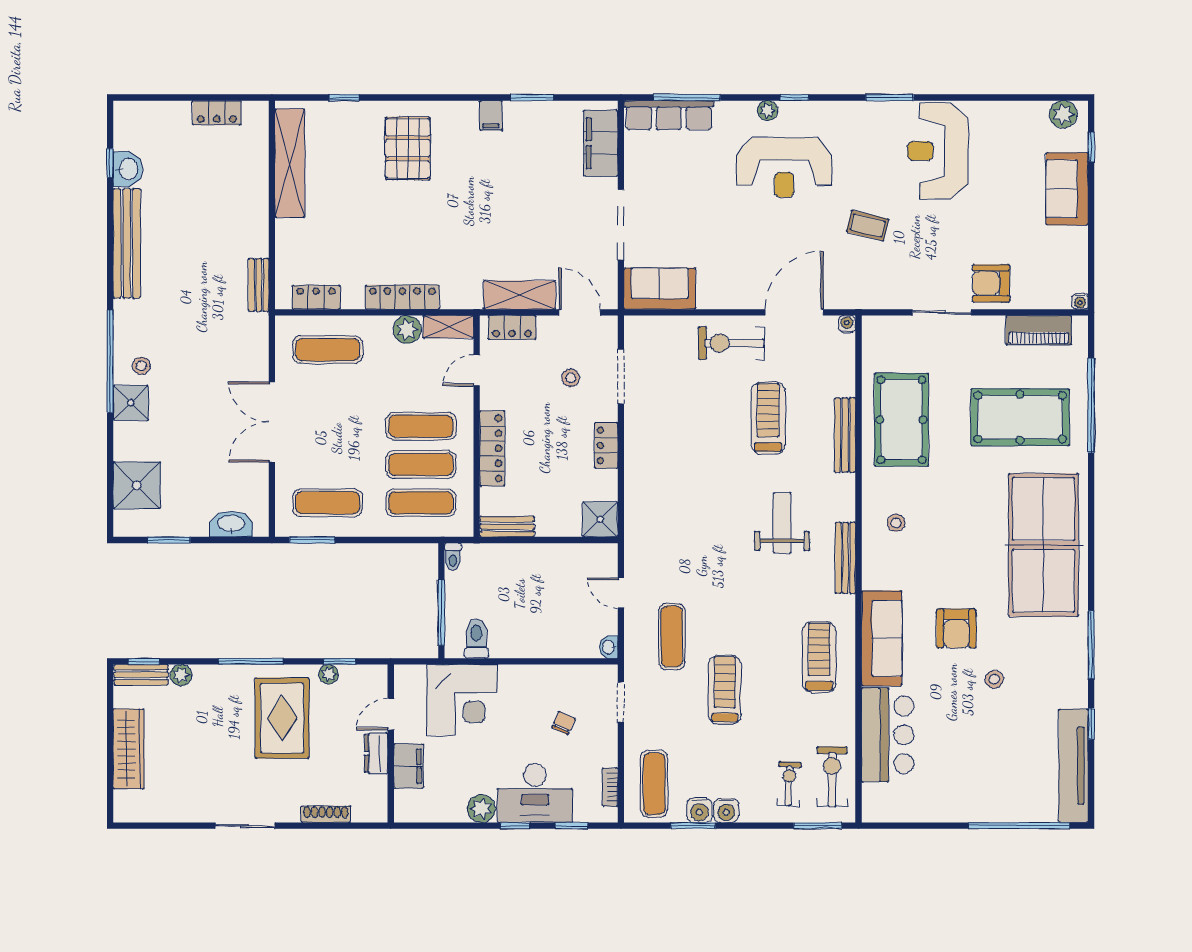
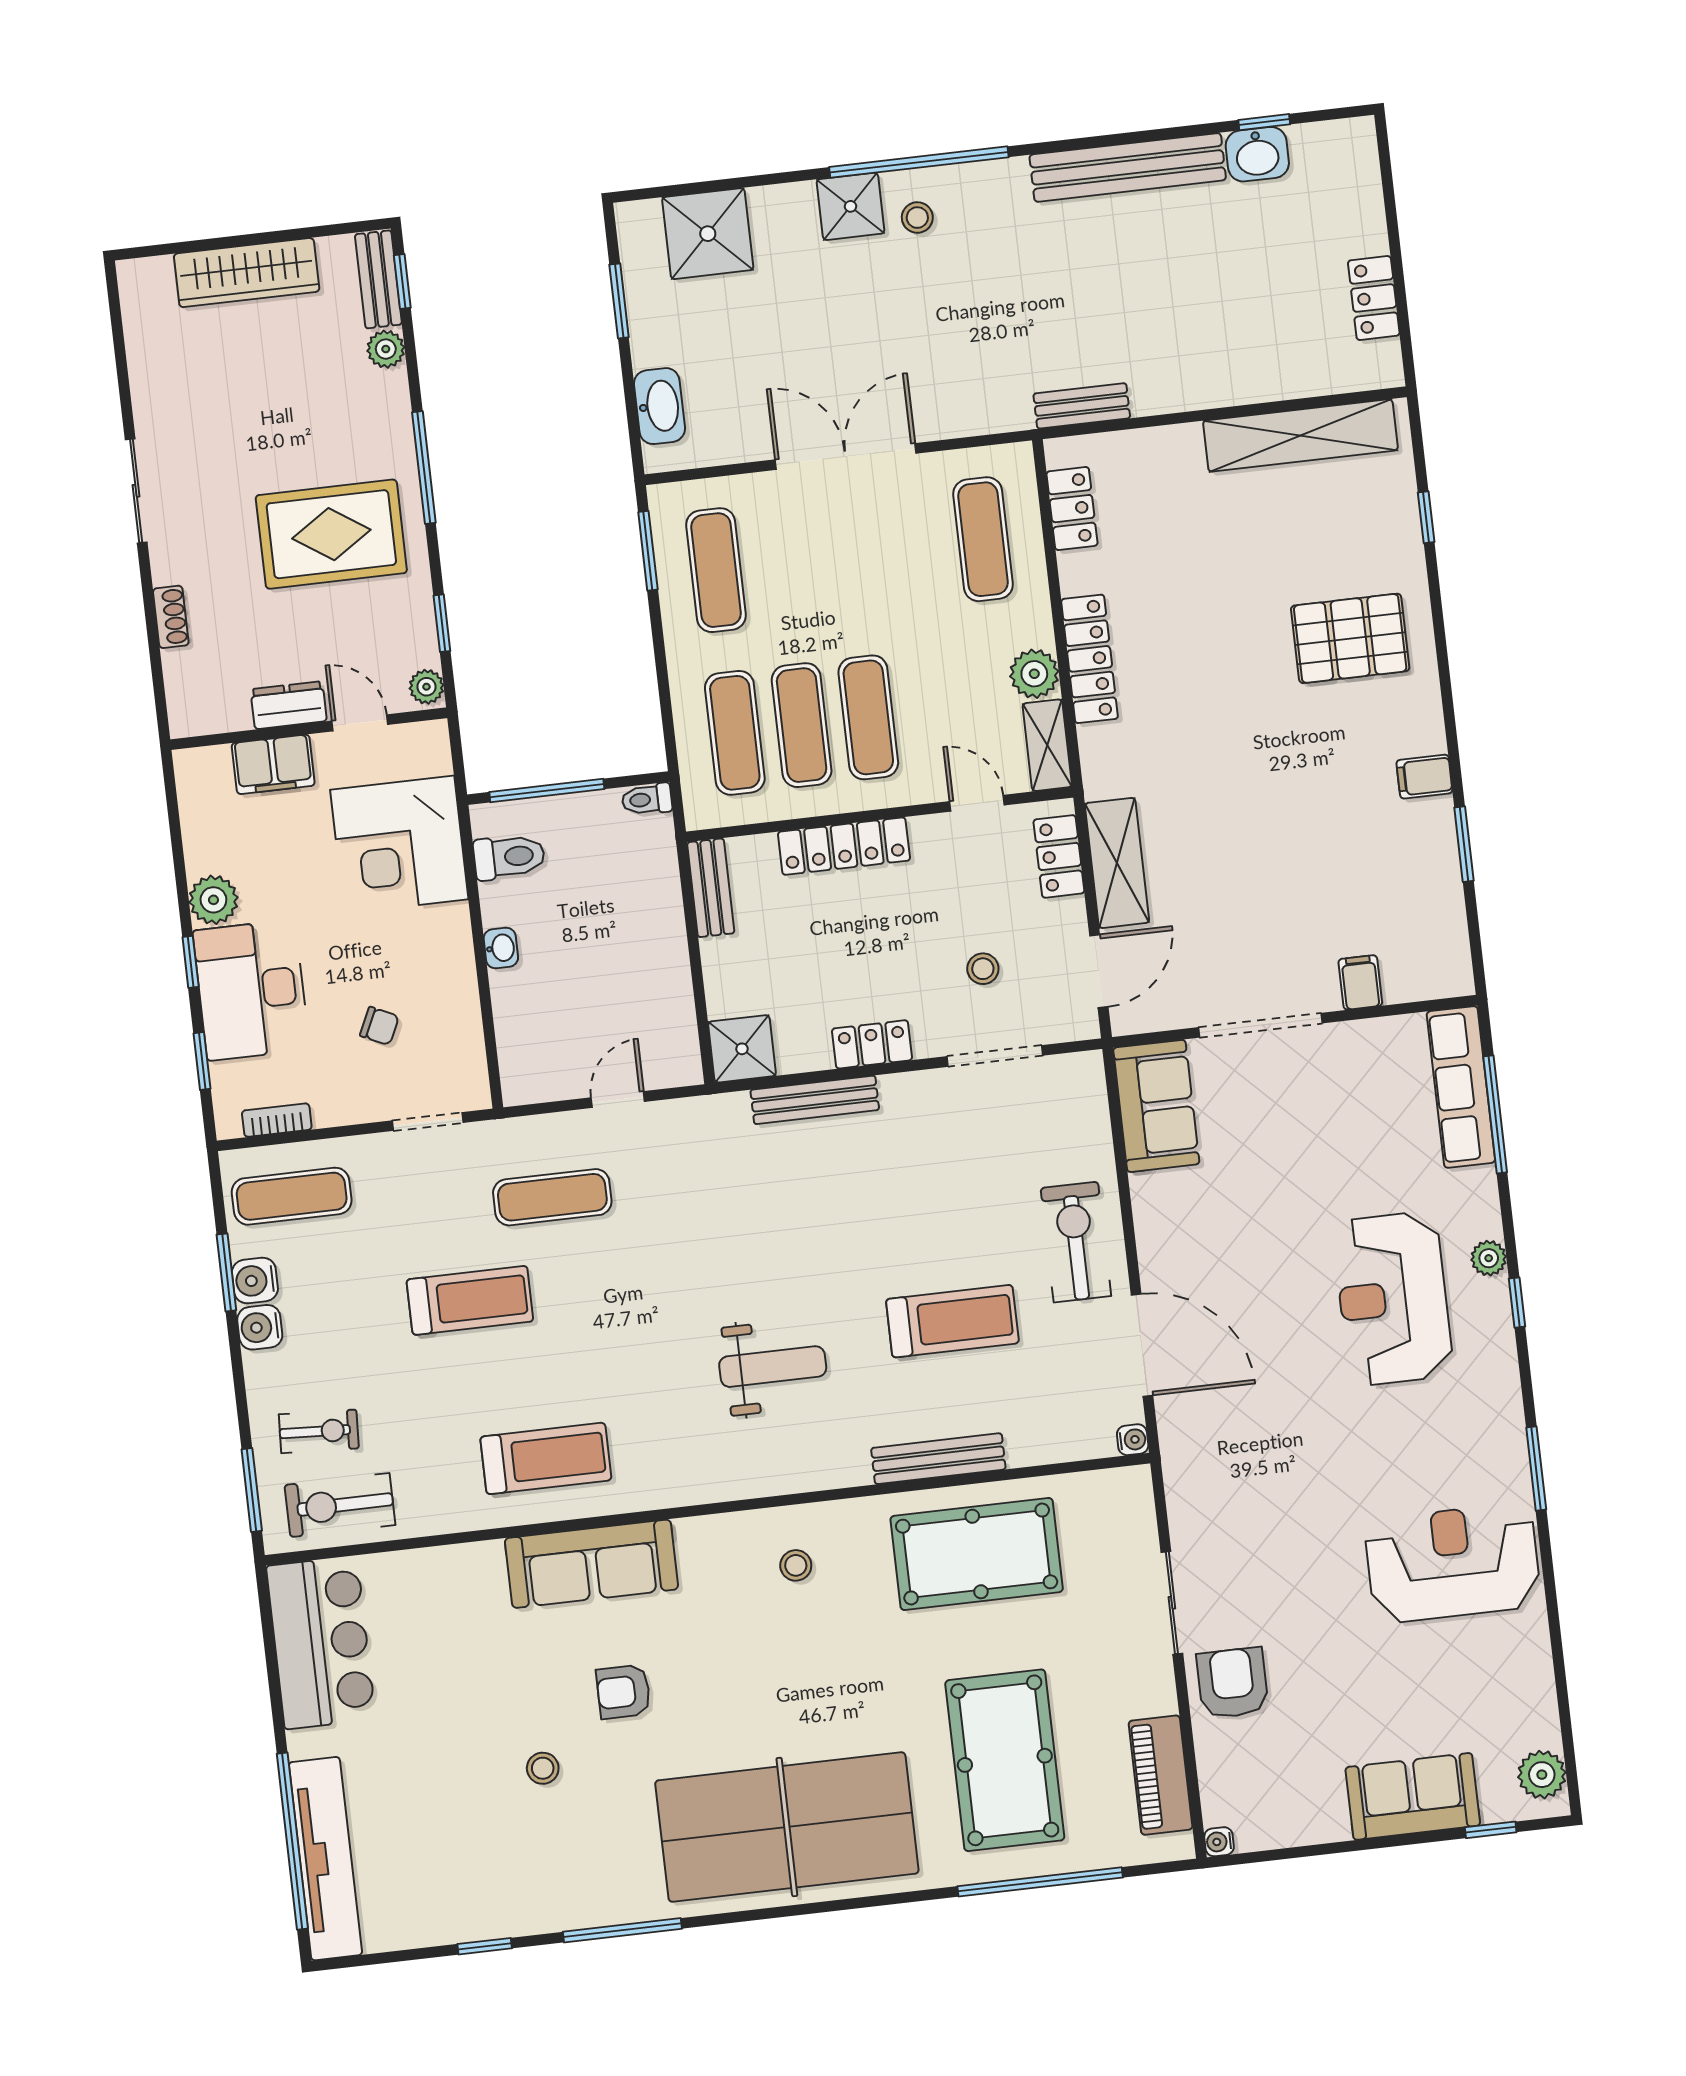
filing cabinet: (601, 143) -> (1360, 982), width x0.33, depth x0.86
coffee table: (868, 225) -> (1308, 1456), removed
bench: (845, 558) -> (815, 1100), moved
armchair: (956, 629) -> (623, 1692), width x0.72, depth x0.72
washbasin: (609, 647) -> (501, 948), moved, turned 90
plant: (329, 674) -> (426, 687), moved
bar counter: (888, 735) -> (321, 1643), moved, turned -90
tv unit: (1074, 766) -> (325, 1859), moved, turned 90
exercise bike: (832, 777) -> (340, 1505), turned 180
shoe rack: (326, 814) -> (171, 617), width x0.70

